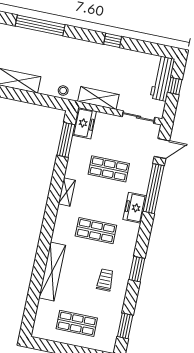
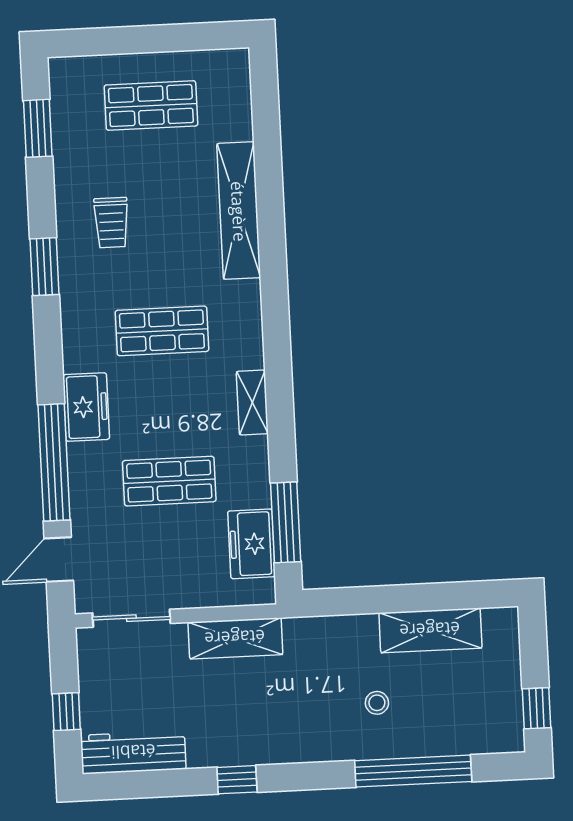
workbench: (162, 79) -> (133, 752), moved, turned -90
stool: (63, 91) -> (377, 703), moved
freezer: (84, 123) -> (251, 544), moved

